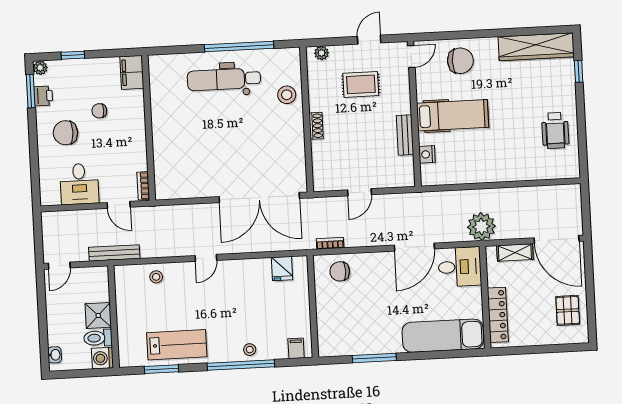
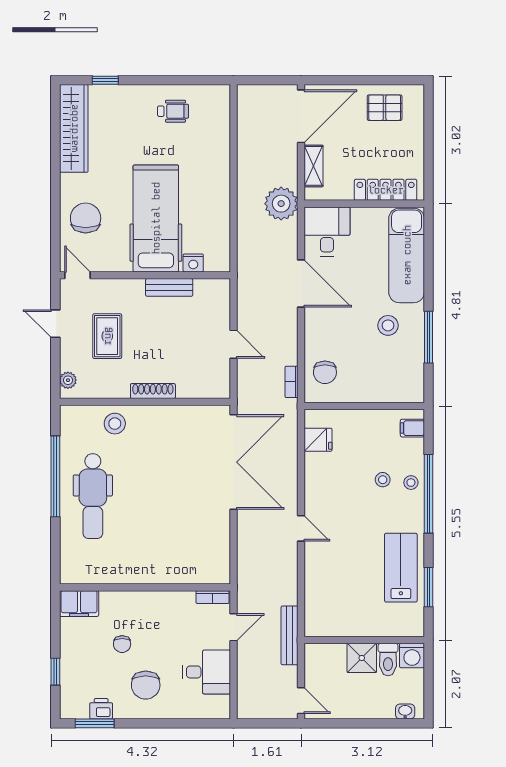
plant: (40, 68) -> (68, 711), removed
hospital bed: (453, 115) -> (156, 218), width x1.37, depth x1.29
shoe rack: (316, 126) -> (153, 391), width x1.43
wheelchair: (555, 130) -> (173, 111), width x0.73, depth x0.73
stool: (156, 277) -> (383, 480), moved
stool: (382, 323) -> (388, 325), added

